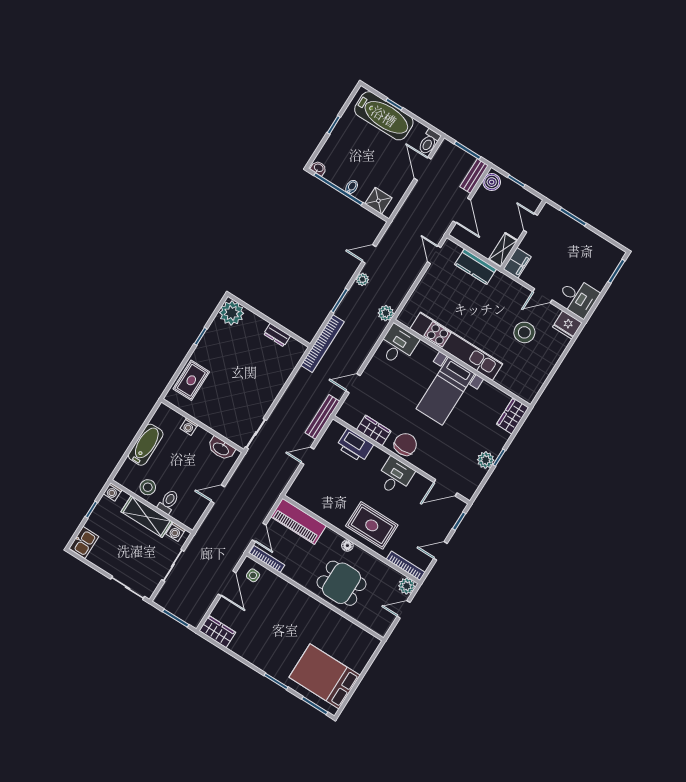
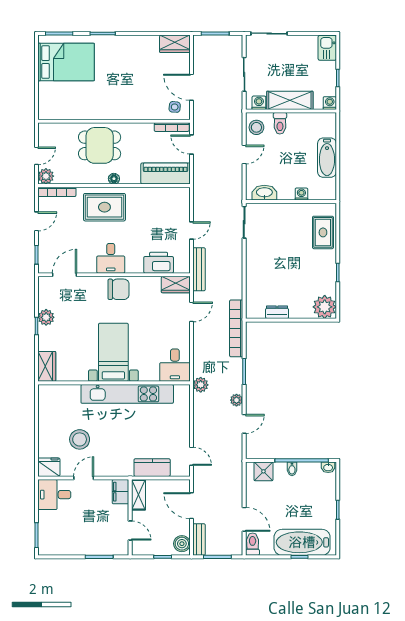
wardrobe: (374, 430) -> (176, 285), moved
chair: (405, 444) -> (119, 289), turned -90
stool: (148, 487) -> (256, 127), moved

